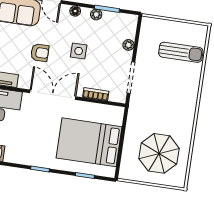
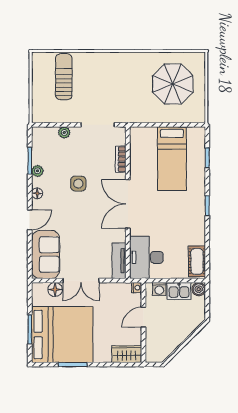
armchair: (40, 53) -> (86, 224), removed
bed: (89, 142) -> (172, 159), width x0.67

